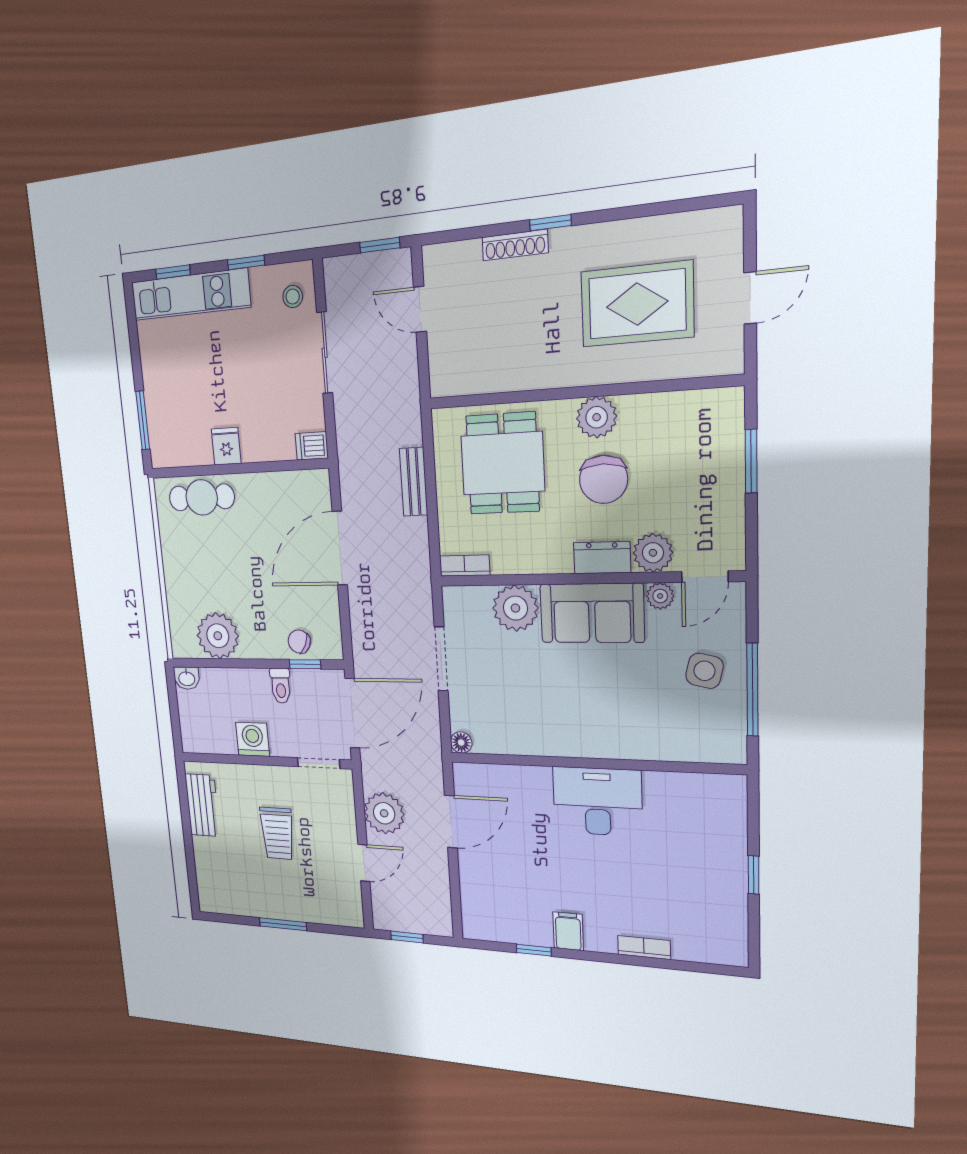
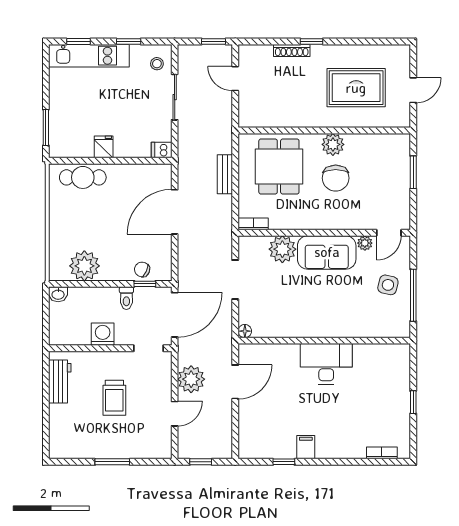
plant: (653, 553) -> (361, 219), removed
dresser: (602, 558) -> (333, 221), removed
bookcase: (644, 948) -> (382, 453), moved

